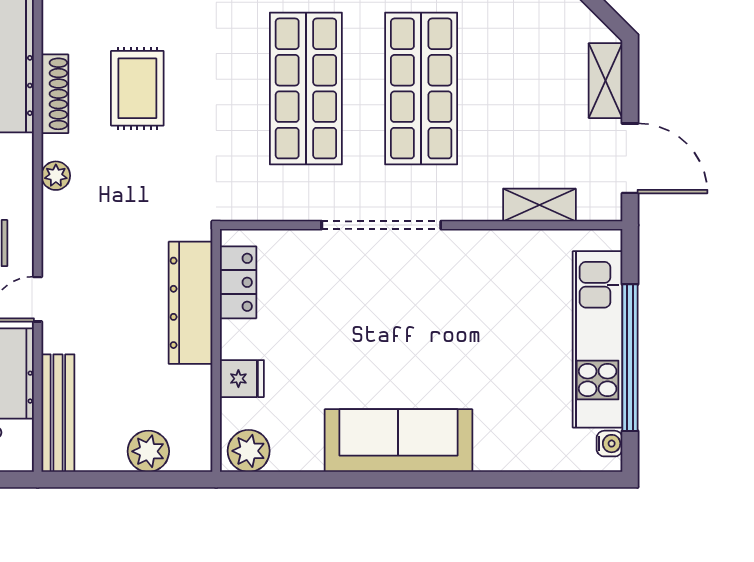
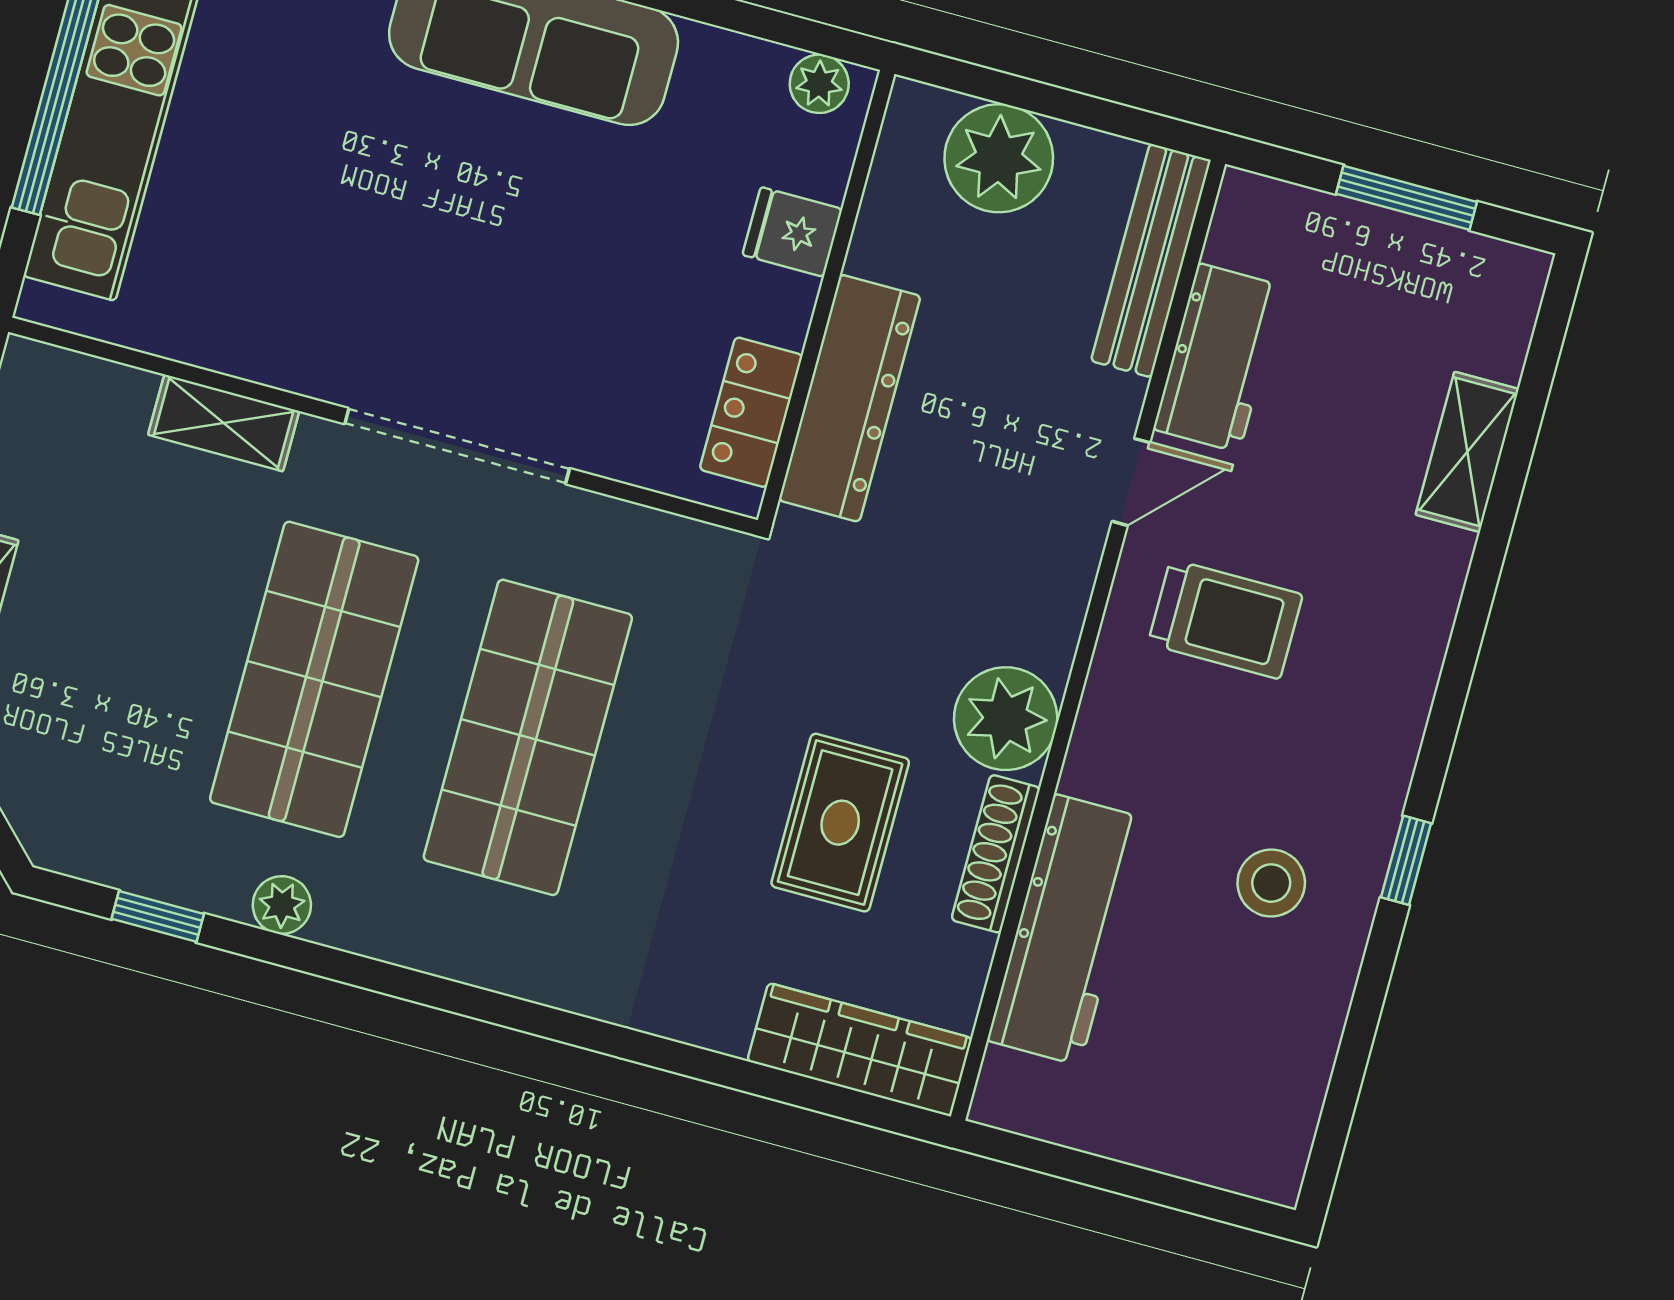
plant: (56, 176) -> (1006, 719), width x1.88, depth x1.88
shelving: (539, 205) -> (224, 423), moved
plant: (148, 451) -> (999, 158), width x1.36, depth x1.36
plant: (249, 451) -> (819, 84), width x0.73, depth x0.73

